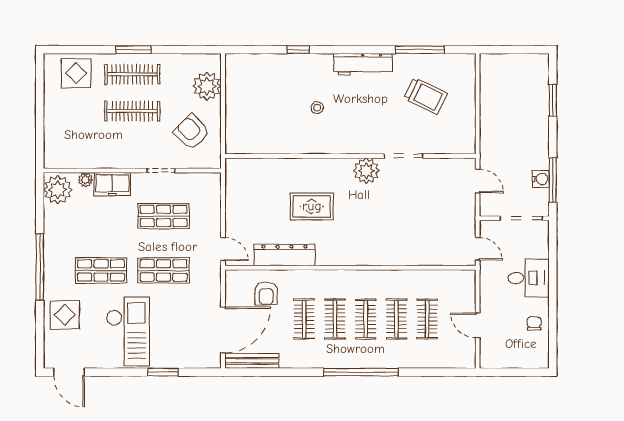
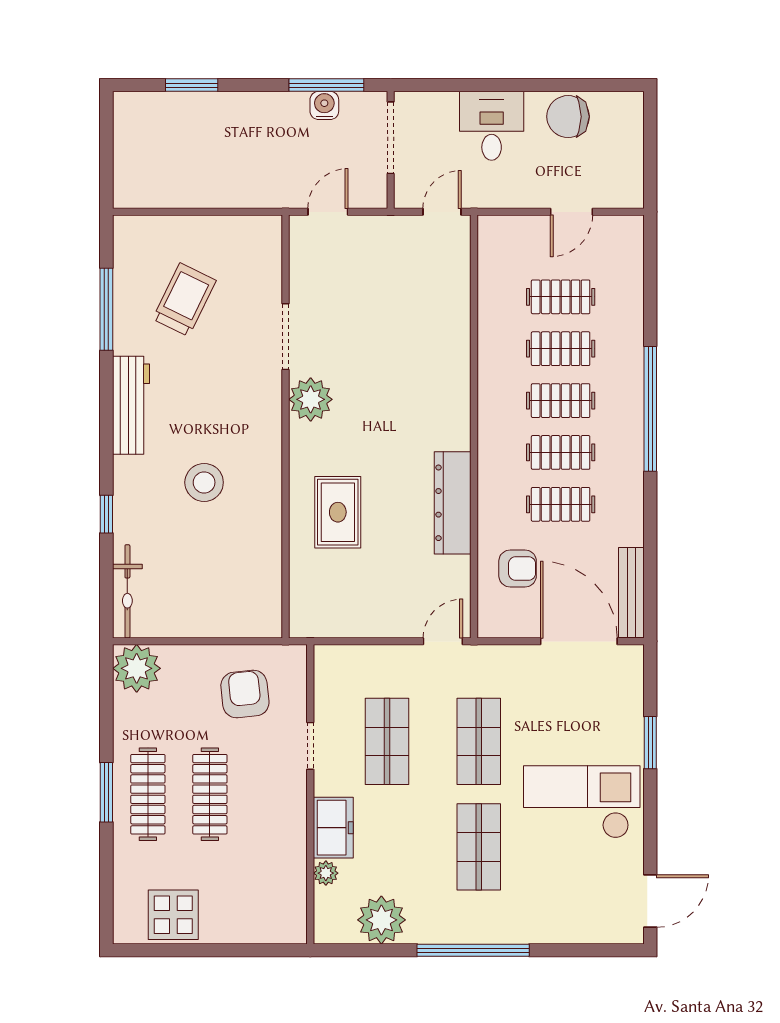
bicycle: (253, 62) -> (127, 591), added
display table: (76, 73) -> (173, 915), moved
plant: (207, 86) -> (137, 668), moved
stool: (317, 108) -> (204, 482), width x1.89, depth x1.89
armchair: (192, 132) -> (245, 694), turned 129
plant: (58, 190) -> (381, 920), moved
rug: (312, 206) -> (338, 512), moved
dresser: (284, 255) -> (453, 503), moved
display table: (65, 315) -> (554, 908), removed
chair: (534, 323) -> (568, 117), width x1.87, depth x1.87

